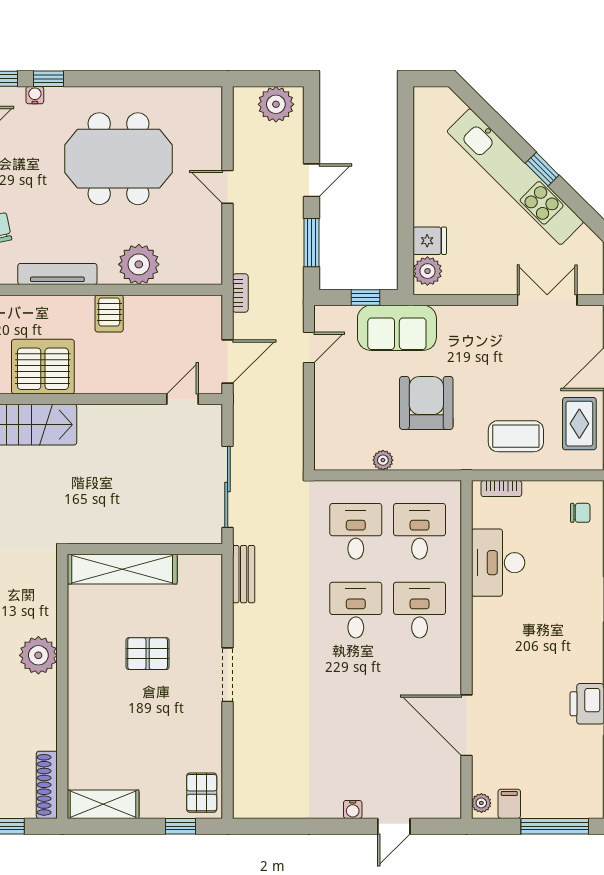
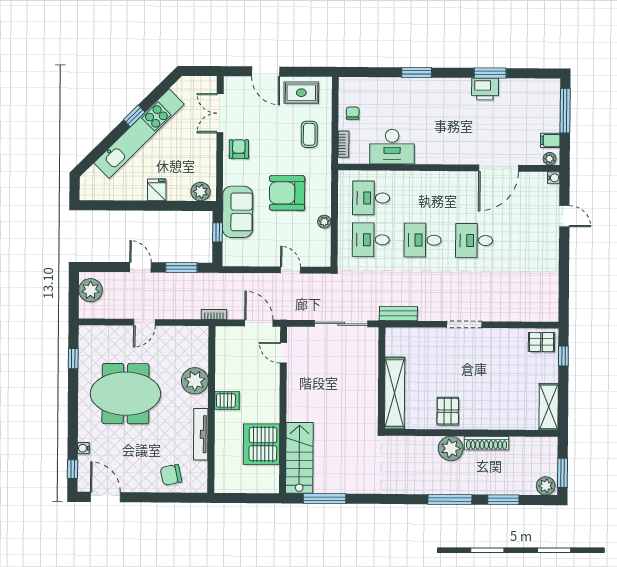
window: (49, 79) -> (73, 359), moved
meeting table: (119, 159) -> (125, 394), turned 90
fridge: (430, 241) -> (157, 190), moved
armchair: (493, 329) -> (239, 149), added
door: (309, 348) -> (290, 270), moved
coffee table: (516, 436) -> (309, 134), width x0.73, depth x0.77
chair: (580, 513) -> (353, 113), moved
desk: (420, 610) -> (474, 240), moved
pallet: (148, 654) -> (448, 411), moved
shoe rack: (47, 785) -> (487, 443), moved
water cooler: (353, 809) -> (554, 178), moved

